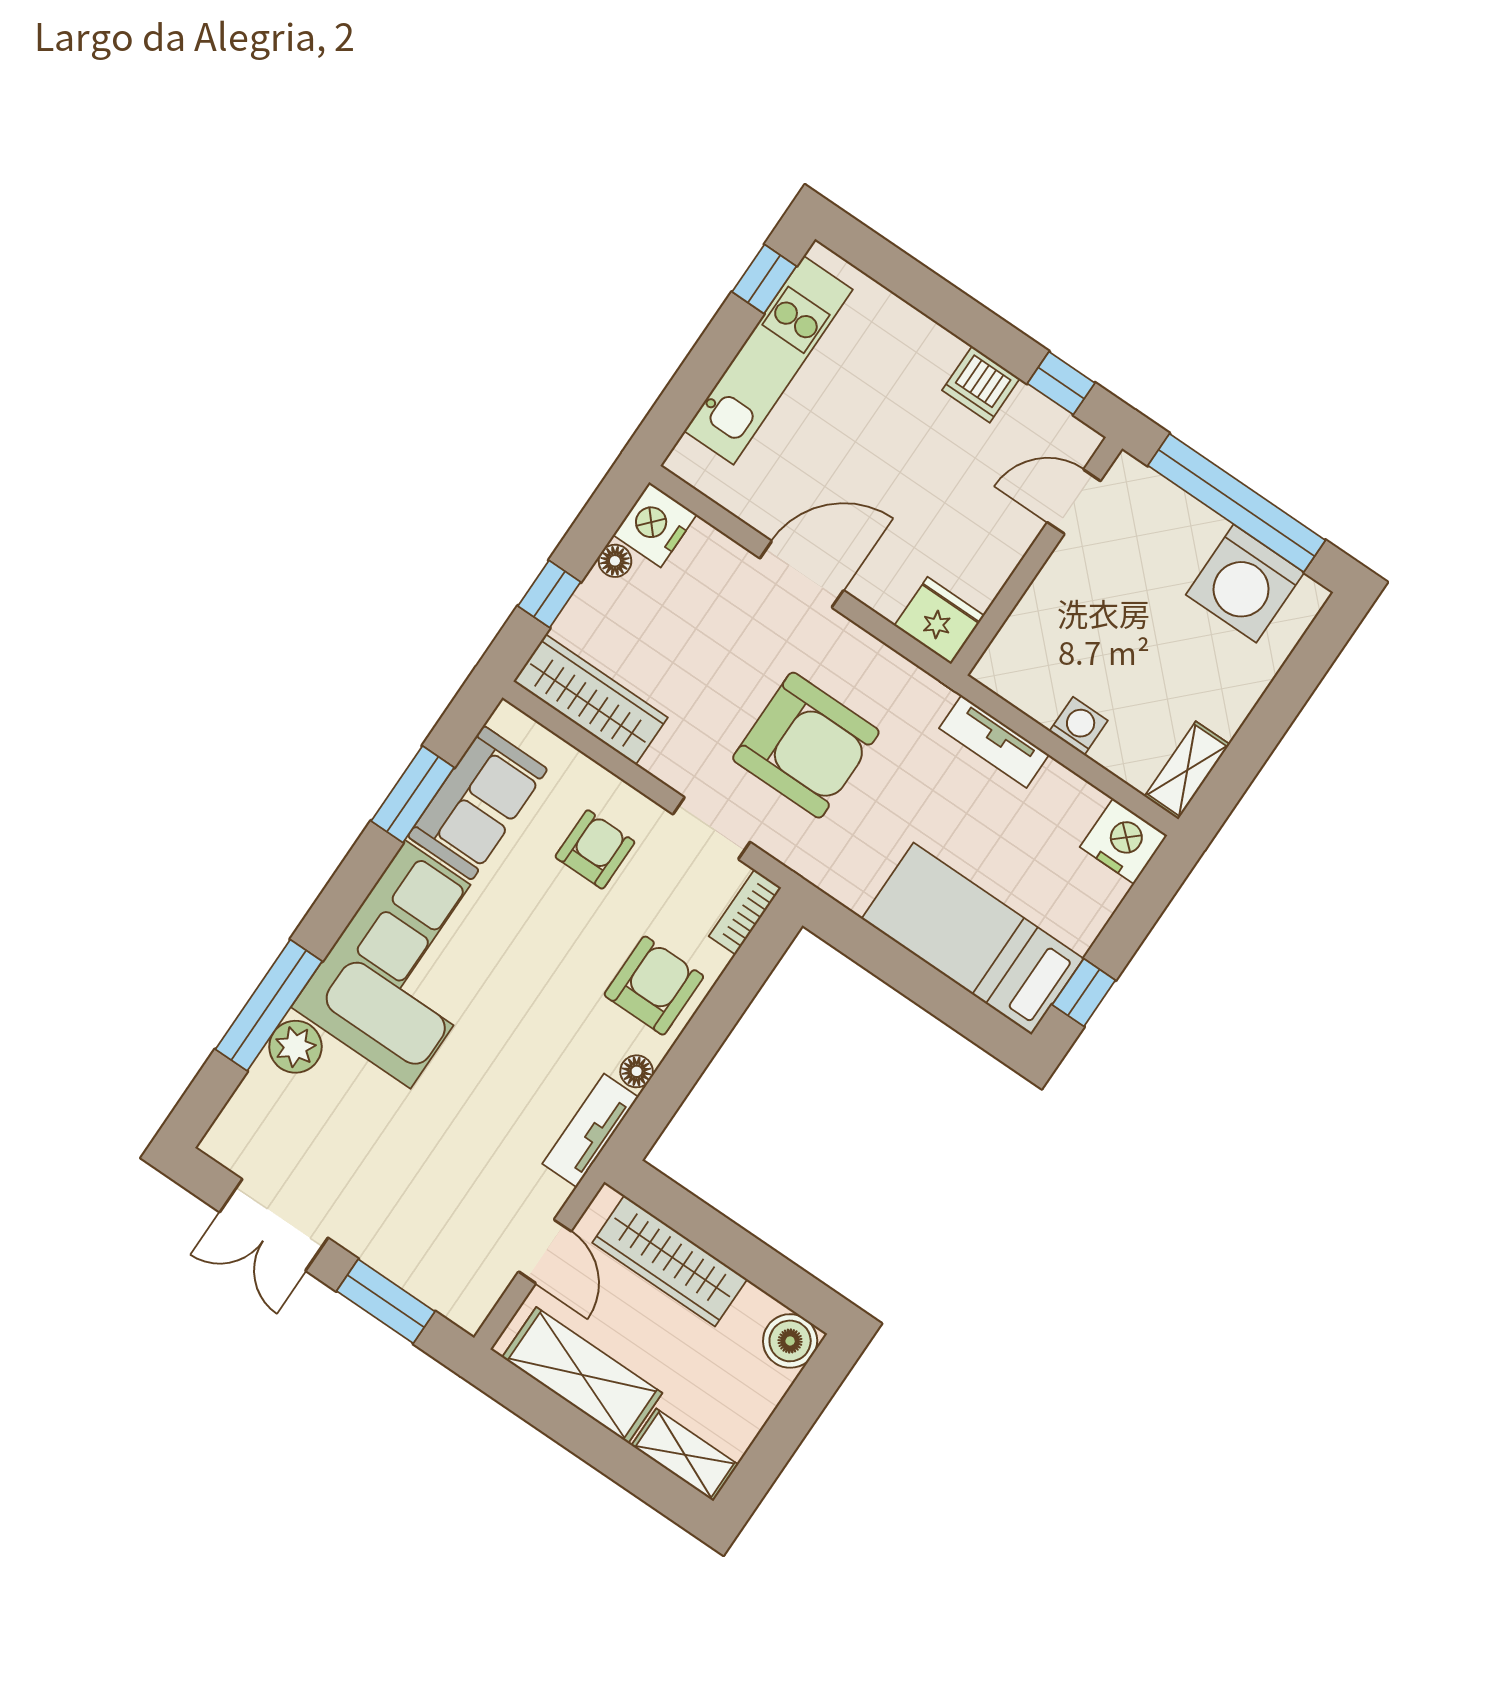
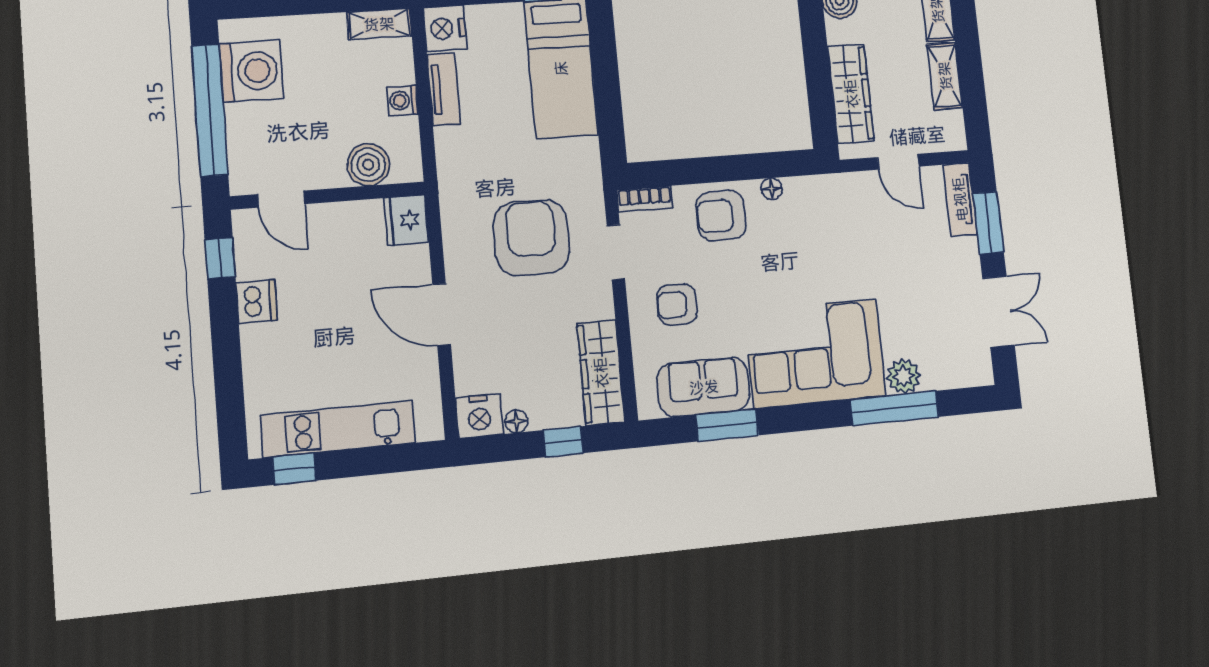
boiler: (1036, 629) -> (368, 165), added
tv unit: (994, 742) -> (444, 89), moved
tv unit: (590, 1130) -> (960, 199), moved, turned 90
door: (545, 1251) -> (898, 162), swing flipped
shelving: (582, 1375) -> (945, 76), width x0.67, depth x0.75

